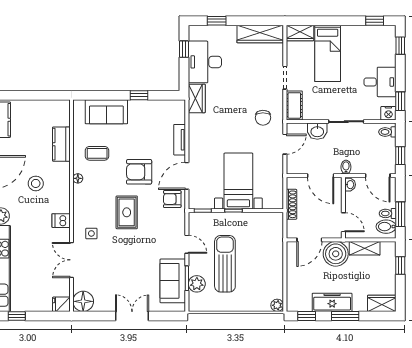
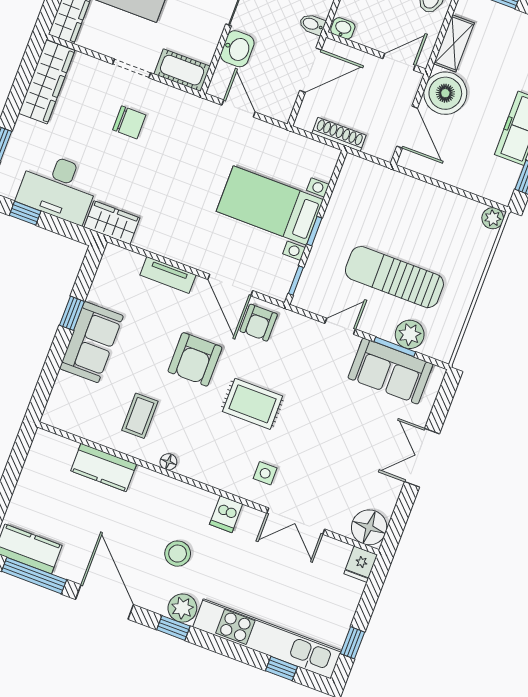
sofa: (106, 112) -> (91, 342), moved
chair: (263, 118) -> (129, 122), moved
stool: (36, 183) -> (178, 554), moved

